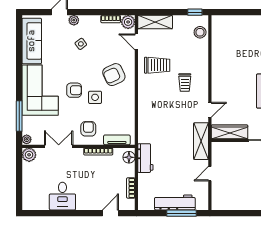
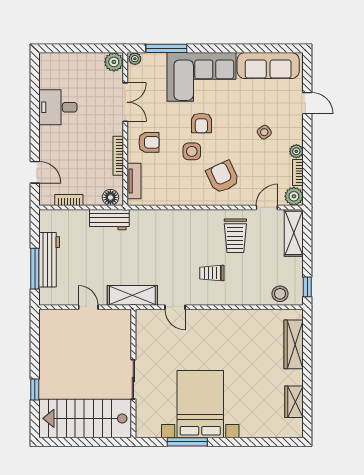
plant: (74, 20) -> (296, 151), moved
wardrobe: (229, 132) -> (294, 344), moved, turned 180

